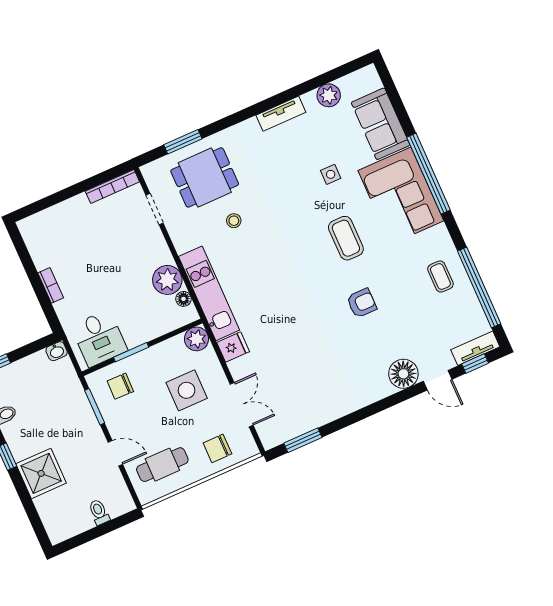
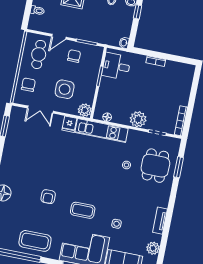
coffee table: (440, 277) -> (35, 241), width x1.86, depth x1.72
plant: (167, 280) -> (138, 119), moved
chair: (120, 386) -> (74, 56), moved

